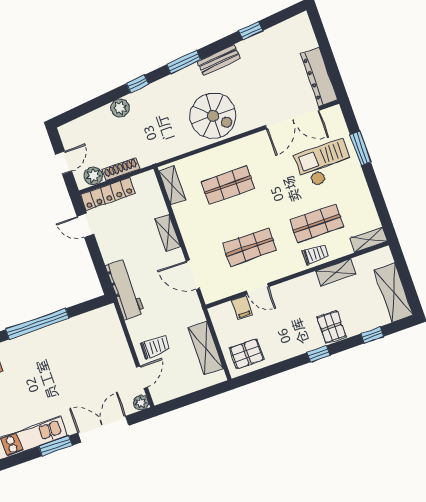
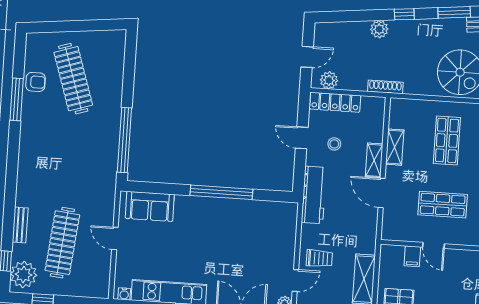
shoe rack: (121, 169) -> (385, 87), moved
shelving: (172, 185) -> (395, 147), moved
shop shelf: (228, 185) -> (447, 140), turned 90
door: (85, 225) -> (302, 138), moved
stool: (124, 233) -> (334, 144), added
door: (193, 275) -> (382, 193), moved

